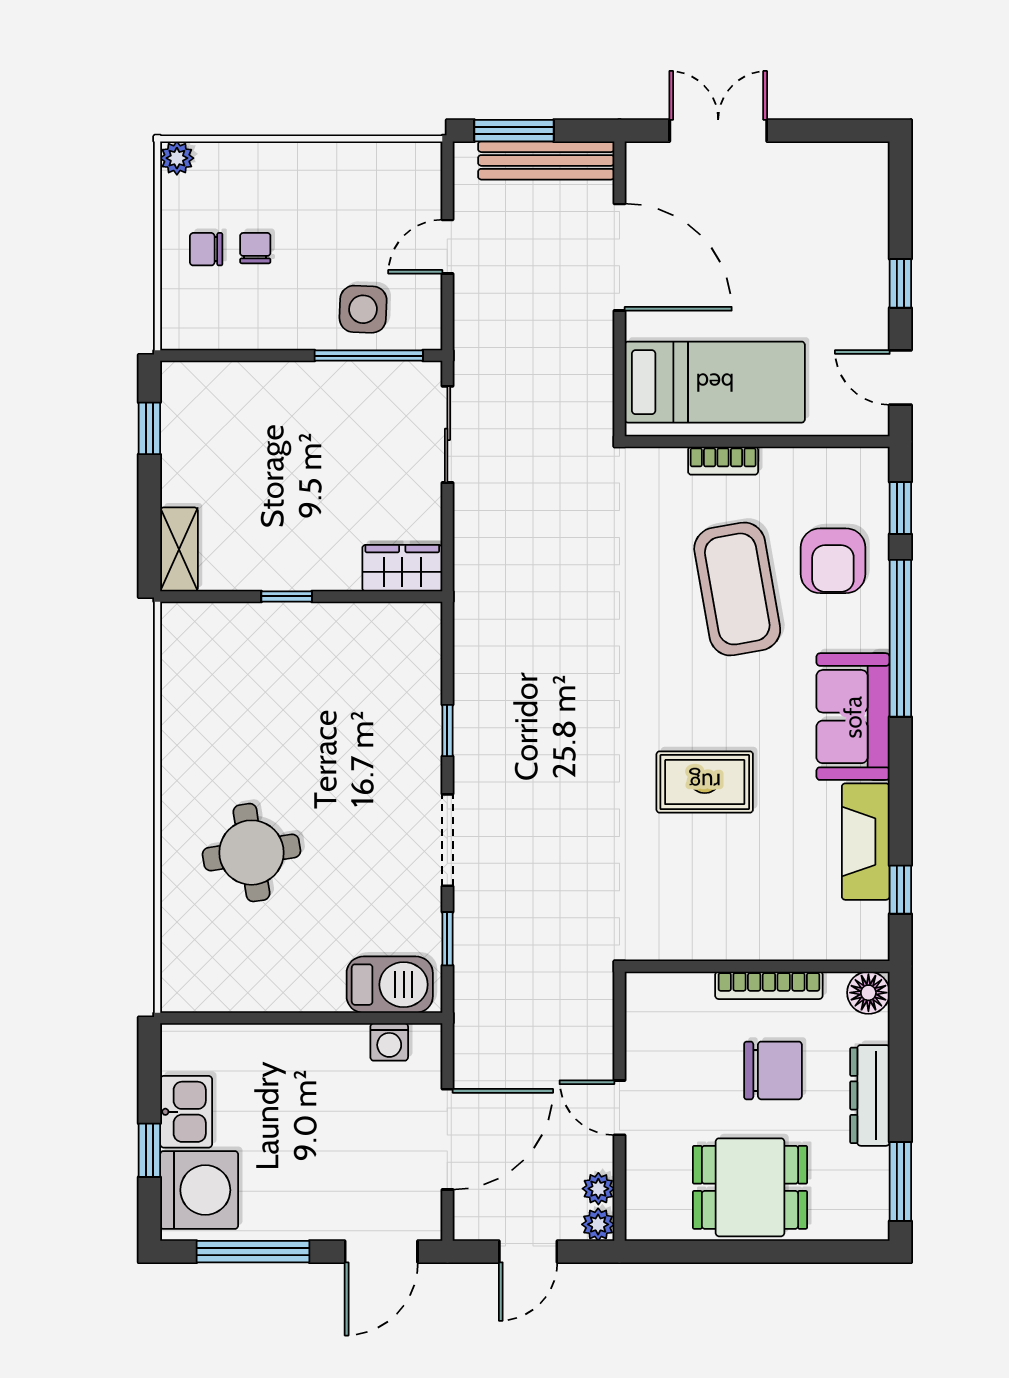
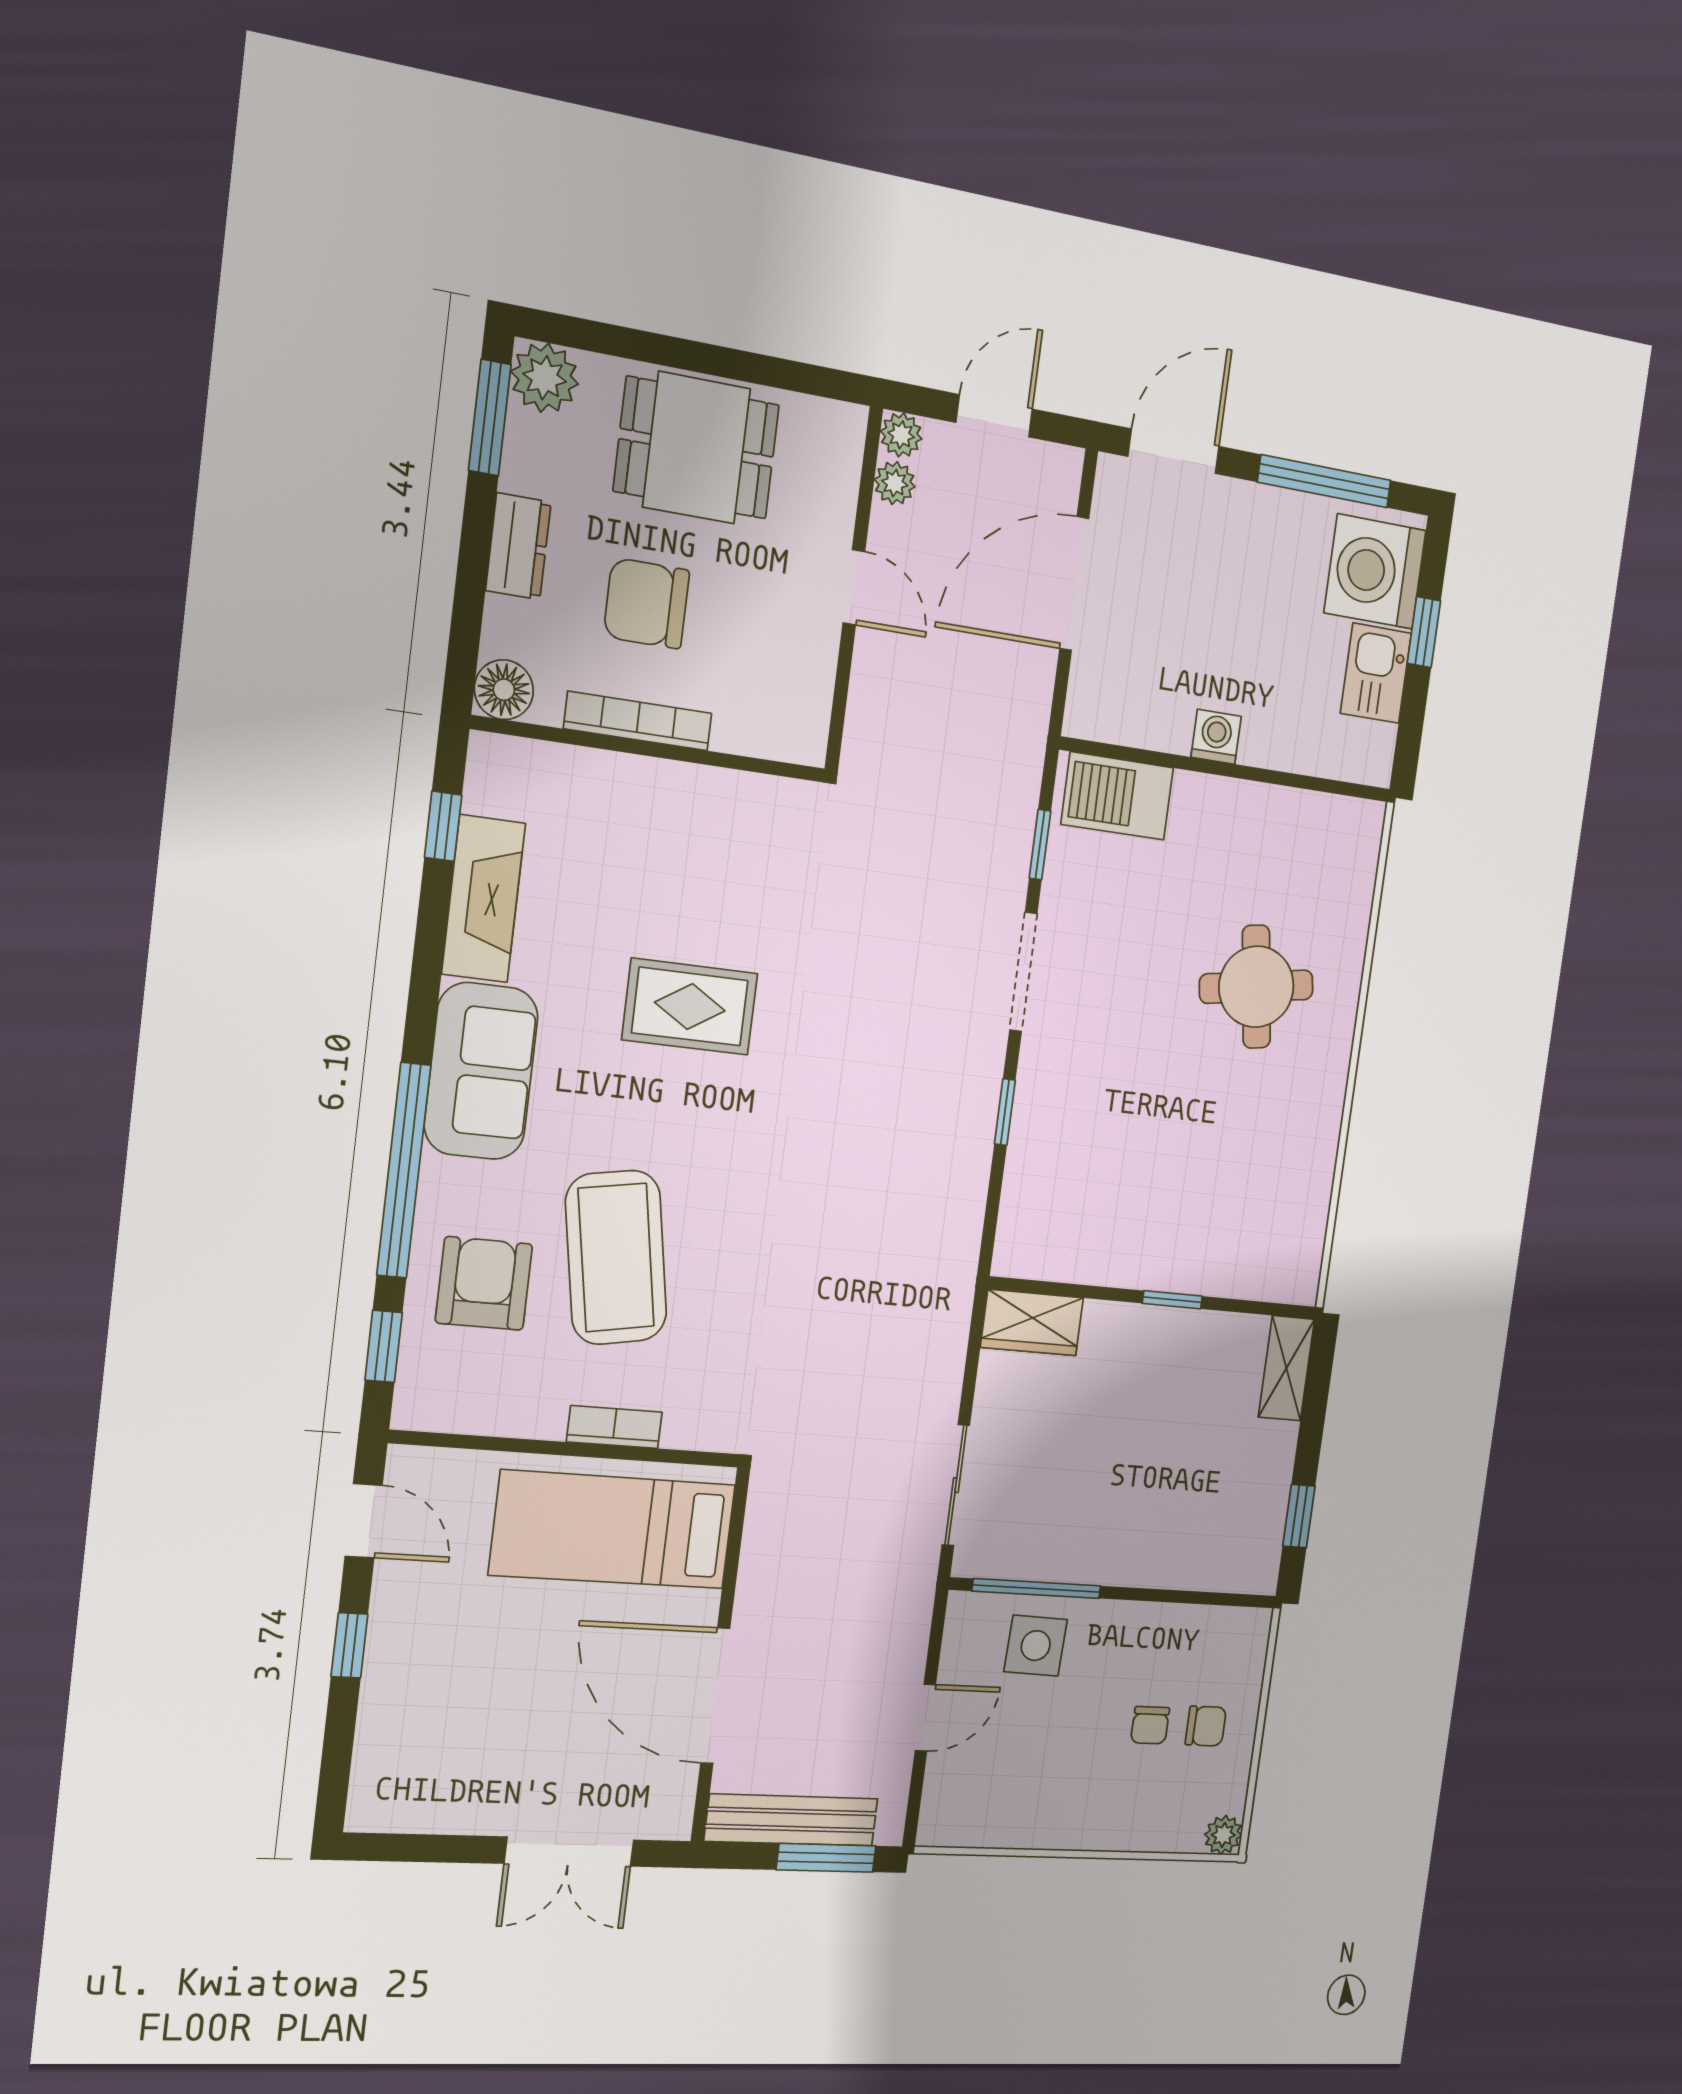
washing machine: (389, 1042) -> (1216, 737), moved
dresser: (870, 1095) -> (518, 546), width x0.70
plant: (865, 1216) -> (545, 378), added

